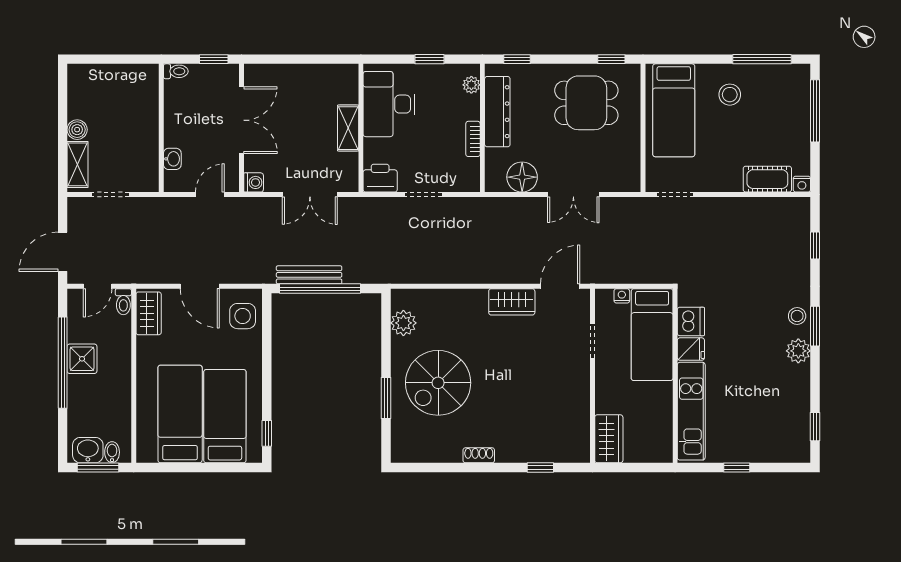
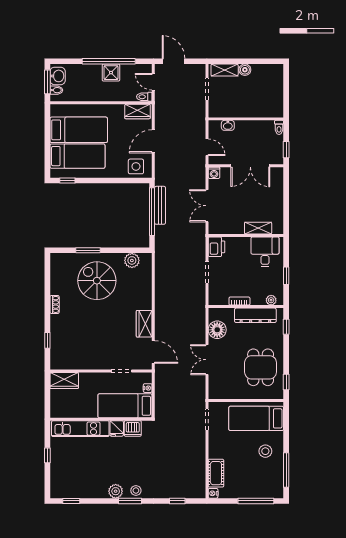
desk: (389, 104) -> (265, 252), width x0.73
shelving: (348, 128) -> (258, 228), moved

